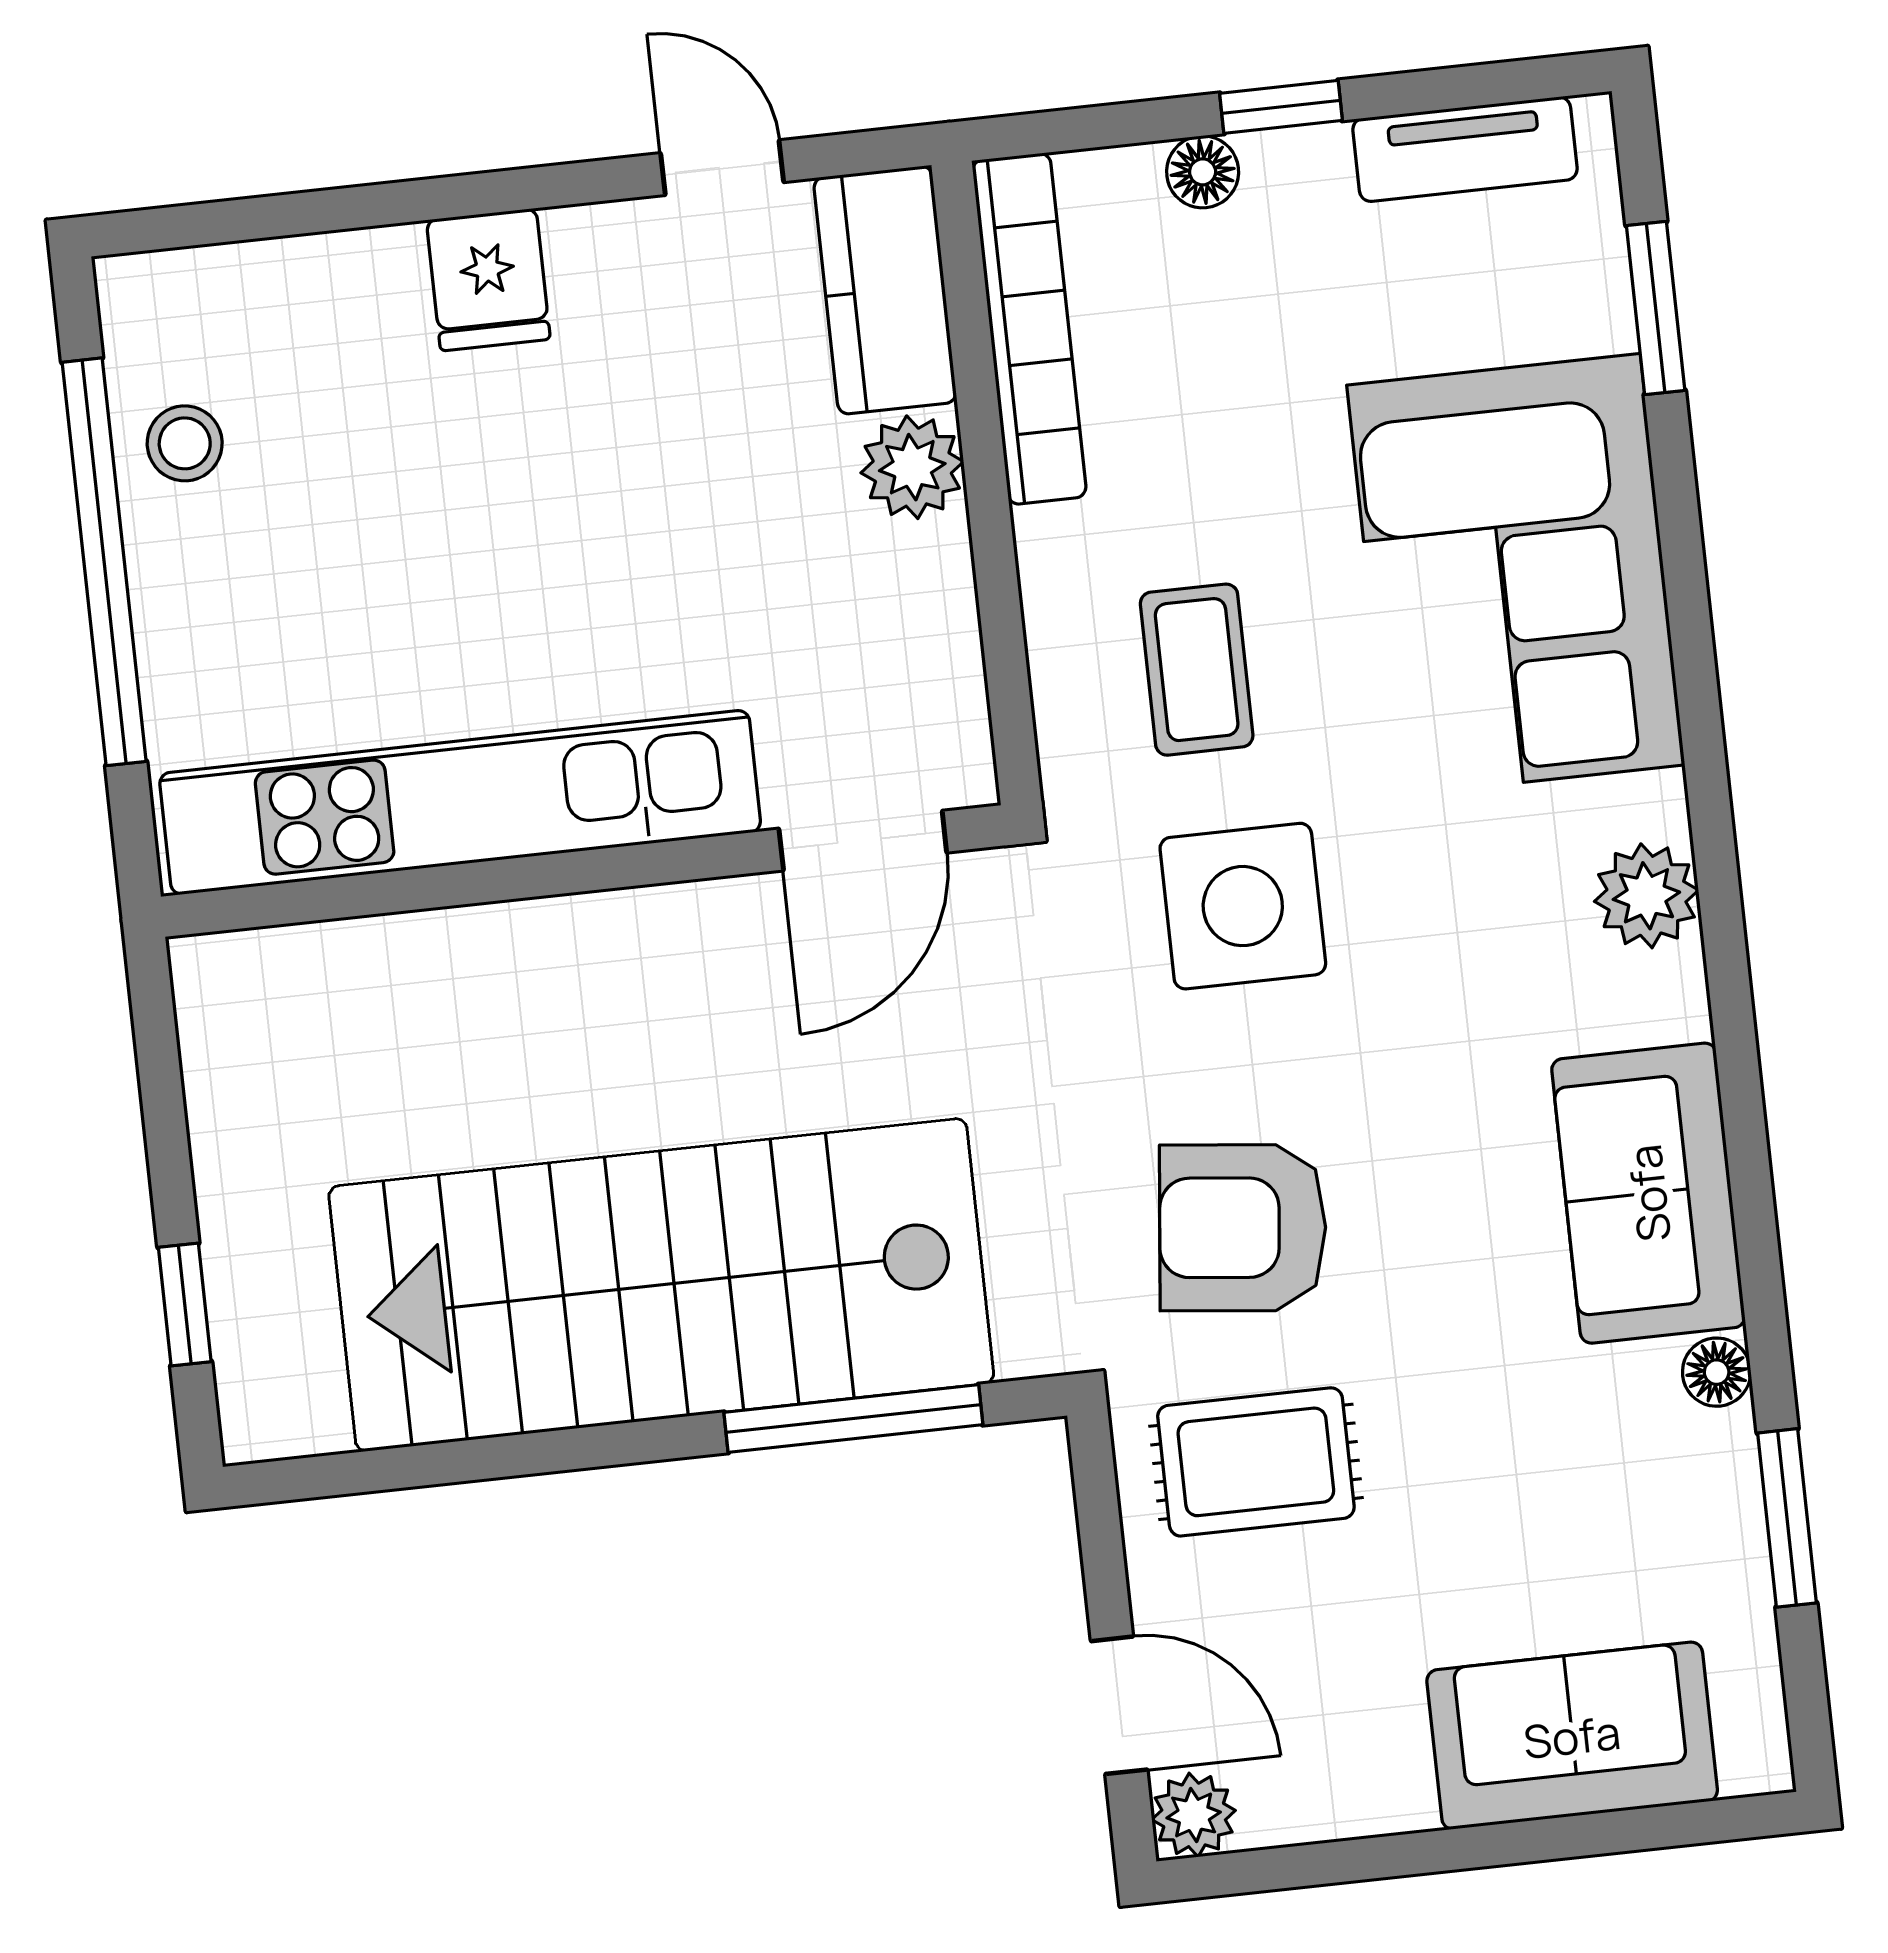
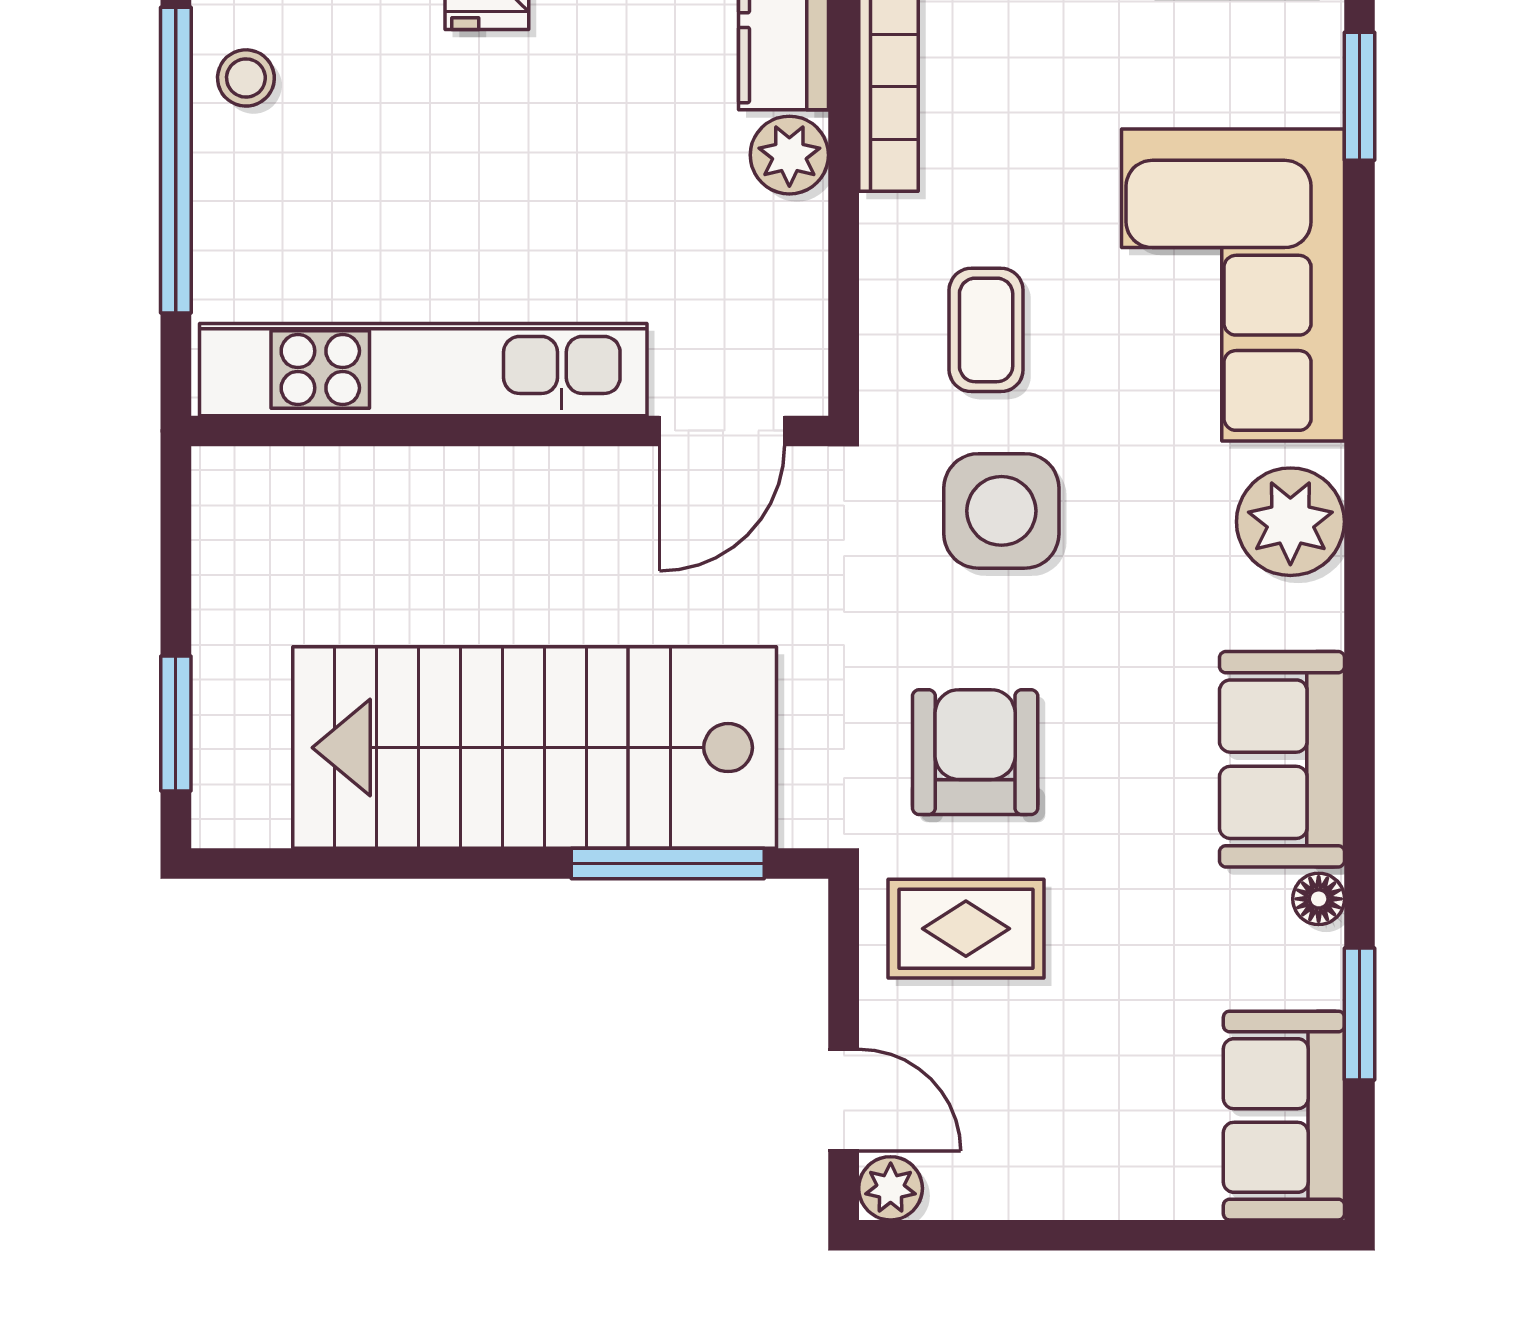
plant: (1646, 896) -> (1290, 522), width x1.36, depth x1.36
armchair: (1243, 1228) -> (975, 752), turned 84
window: (185, 1305) -> (176, 724), width x1.50
sofa: (1572, 1736) -> (1284, 1116), moved, turned -90

